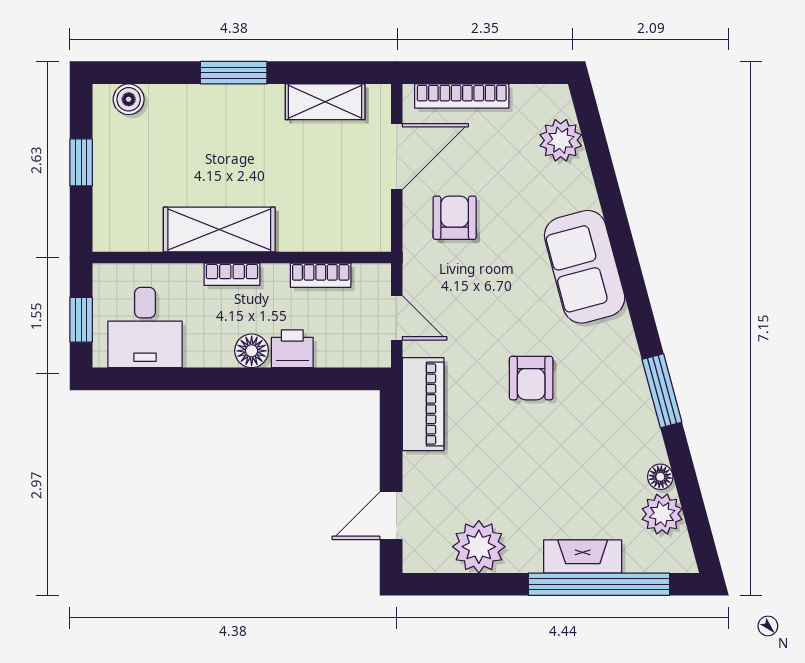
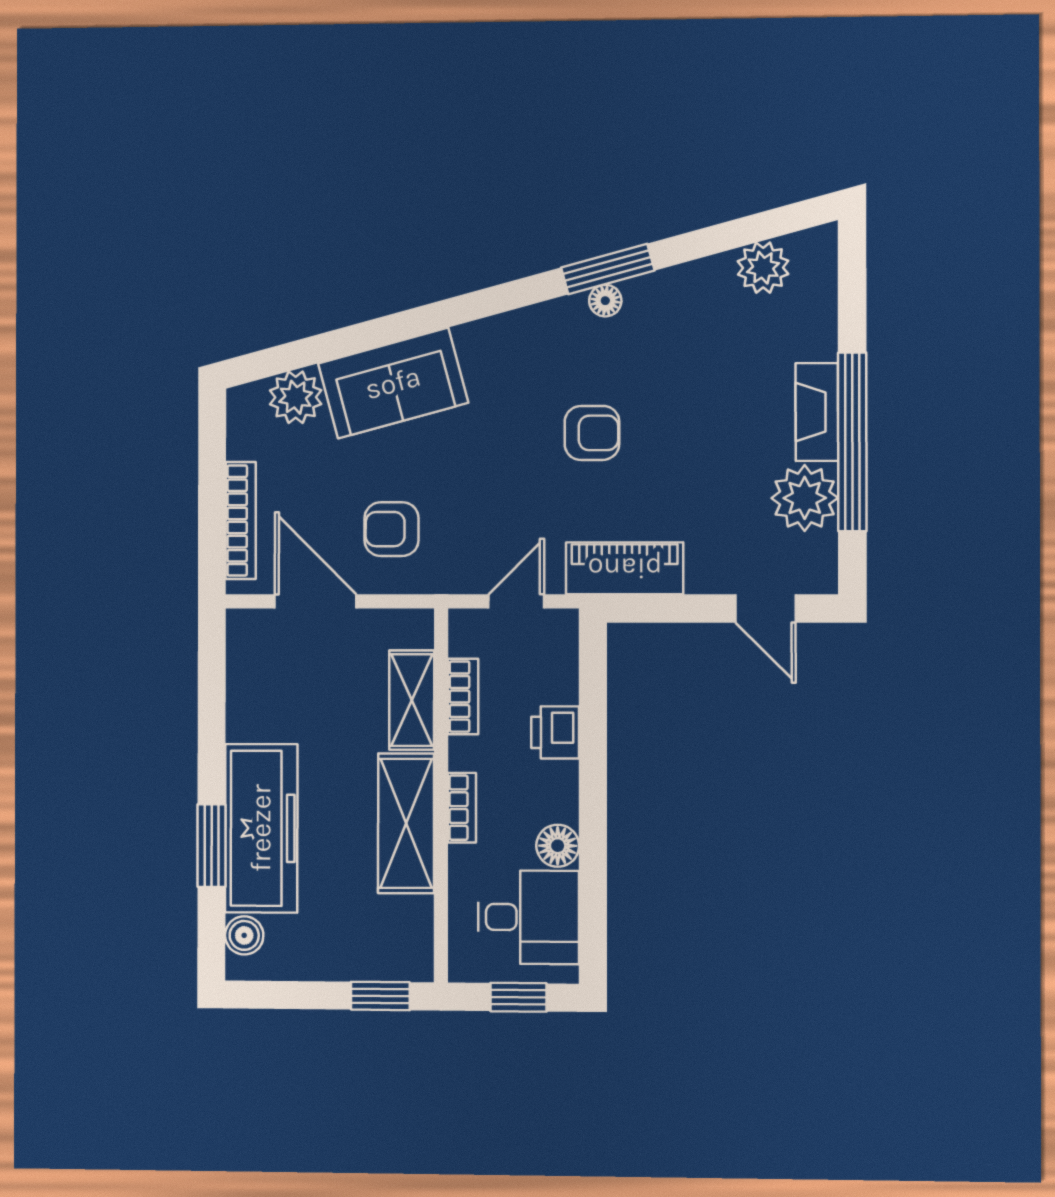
window: (234, 73) -> (211, 846), moved
shelving: (325, 102) -> (412, 700), moved
freezer: (215, 113) -> (261, 828), added
window: (81, 162) -> (380, 996), moved
sofa: (585, 267) -> (393, 383), moved
floor lamp: (252, 351) -> (558, 846), moved
floor lamp: (660, 477) -> (605, 301), moved
fireplace: (583, 556) -> (817, 412), moved
window: (599, 584) -> (852, 442), moved

